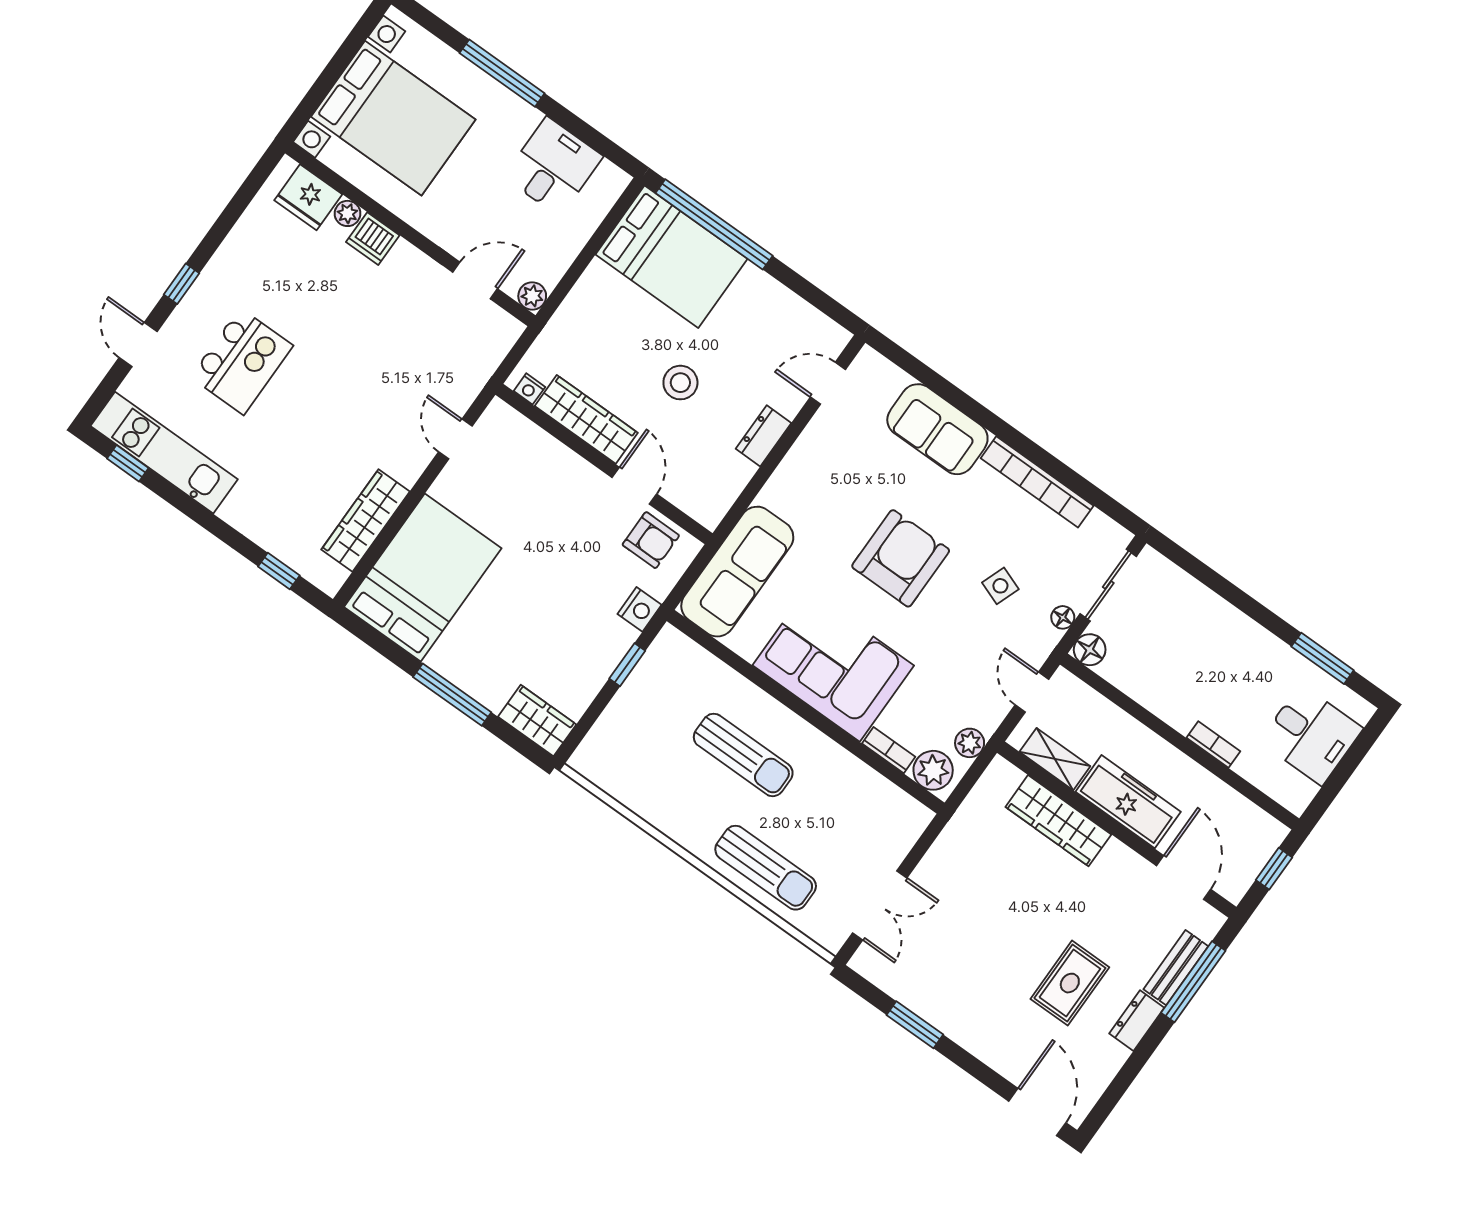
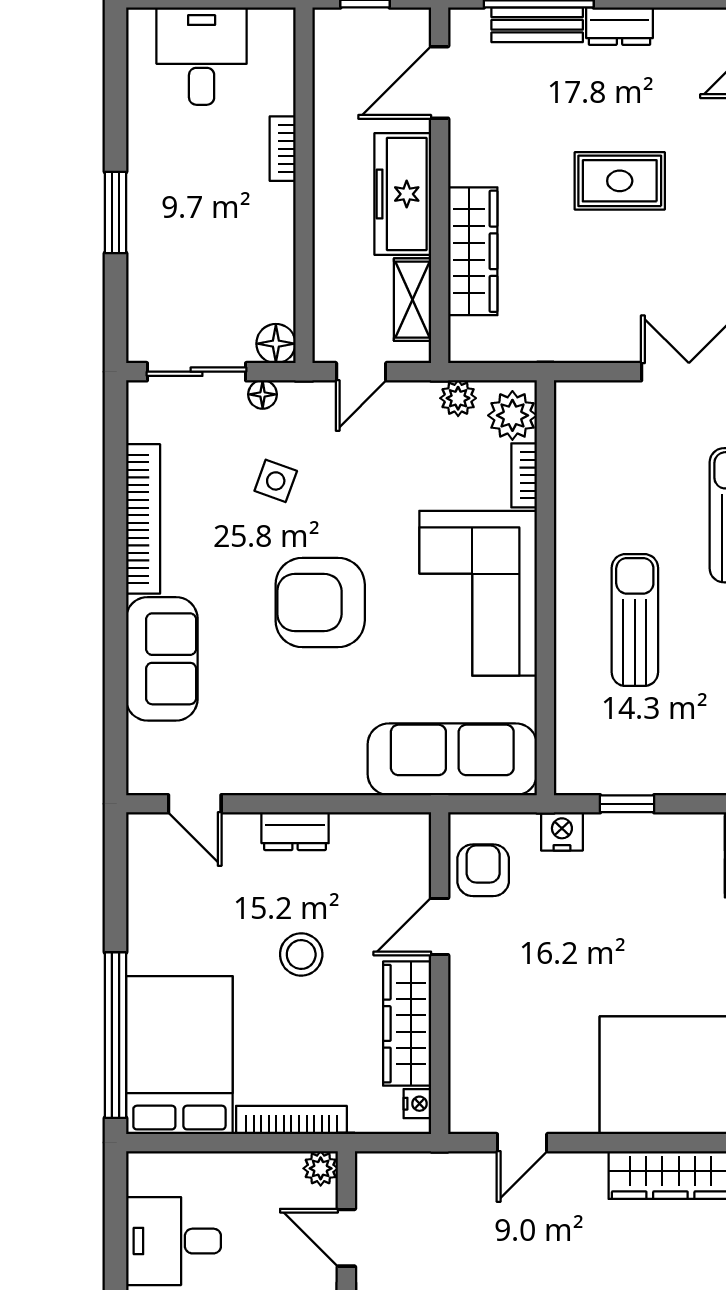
bookcase: (577, 299) -> (291, 1120), added
window: (1323, 658) -> (116, 212), moved
rug: (1070, 983) -> (620, 181), moved

